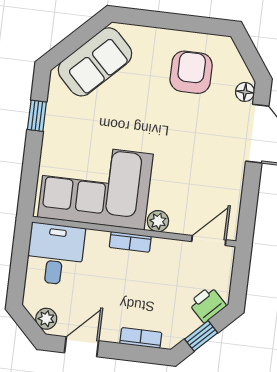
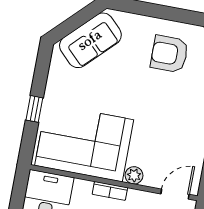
armchair: (191, 72) -> (169, 54), turned -90
window: (37, 116) -> (34, 109), moved

